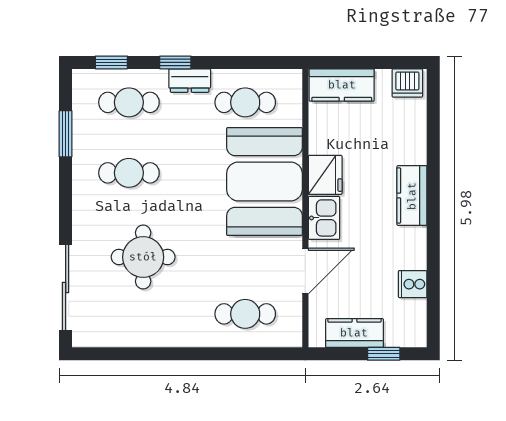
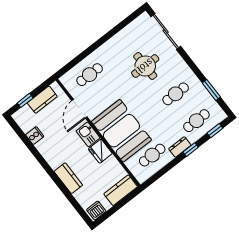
kitchen counter: (412, 196) -> (68, 178), moved

